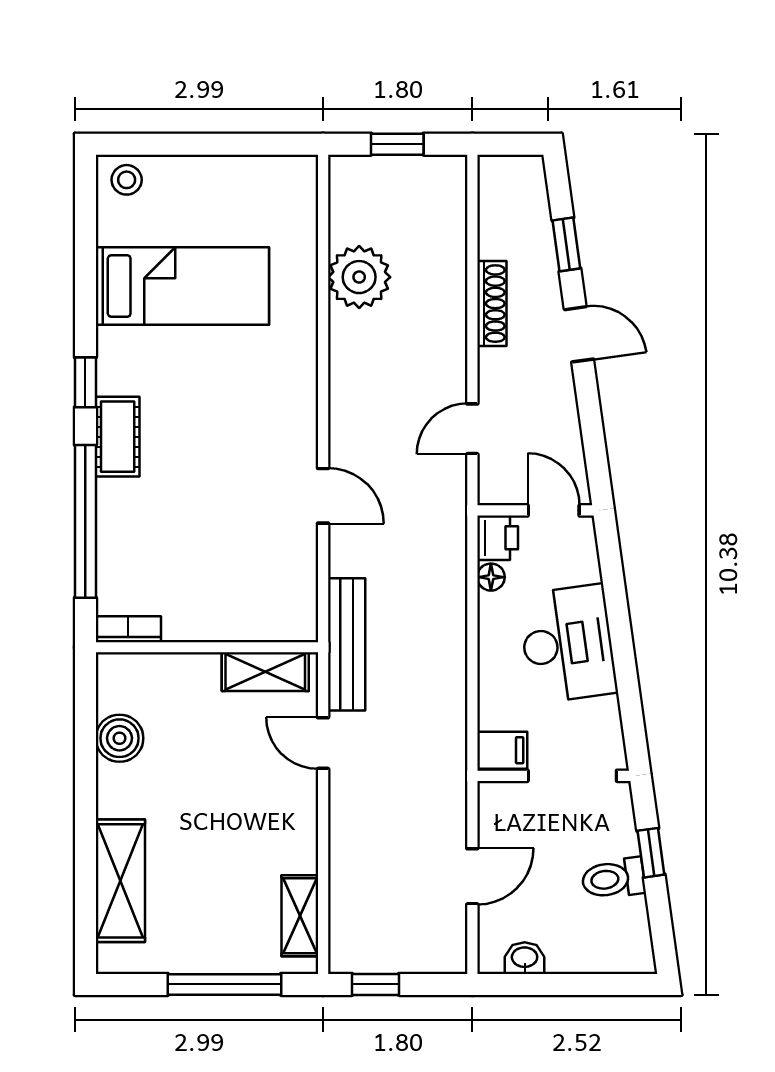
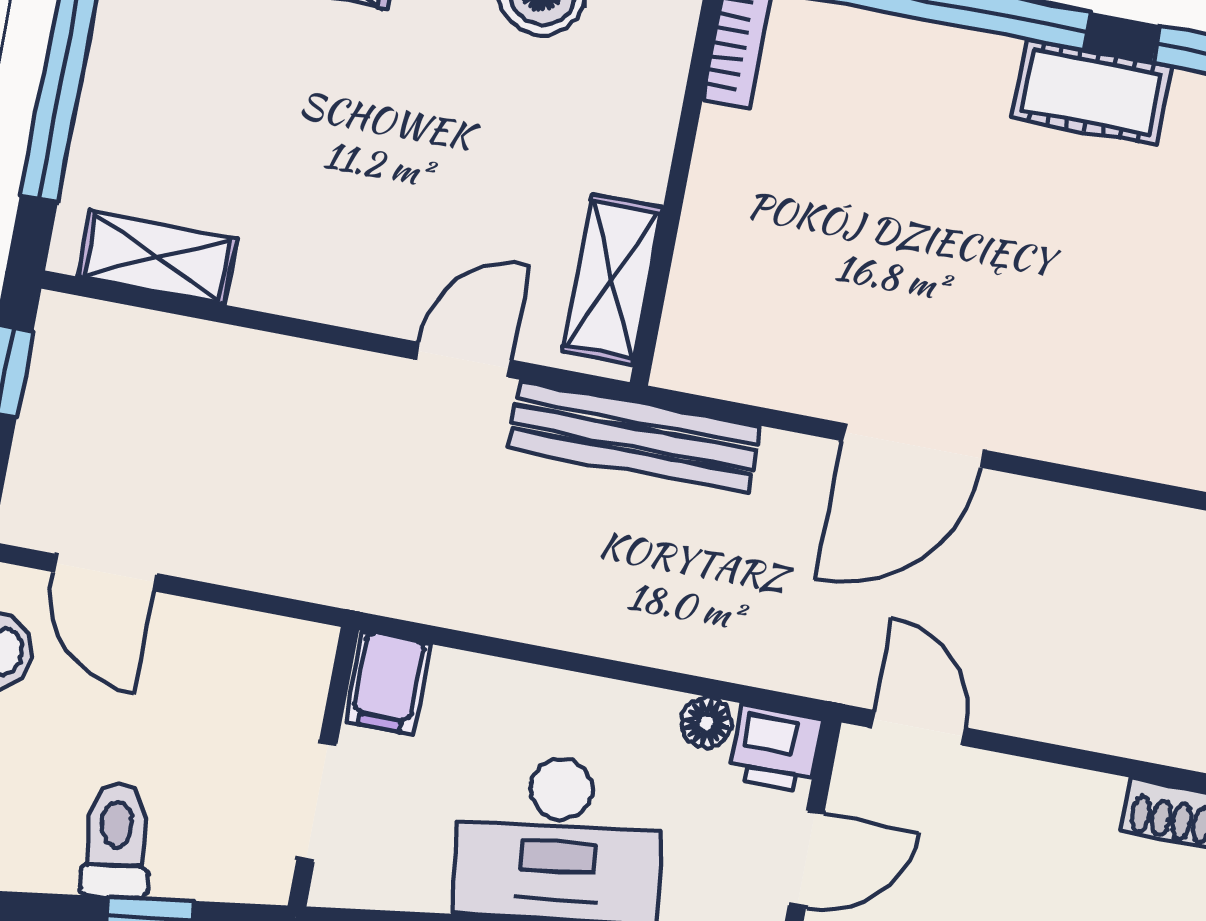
door: (472, 429) -> (918, 728), moved
door: (323, 496) -> (913, 445), width x1.38
doorway: (572, 776) -> (317, 801), width x0.73
door: (472, 876) -> (104, 572), moved

